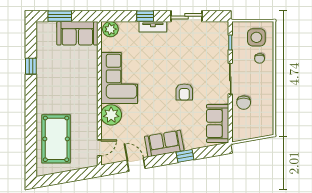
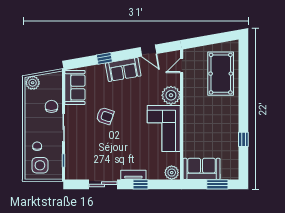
armchair: (184, 92) -> (105, 116), turned 109
plant: (265, 129) -> (33, 83), added

